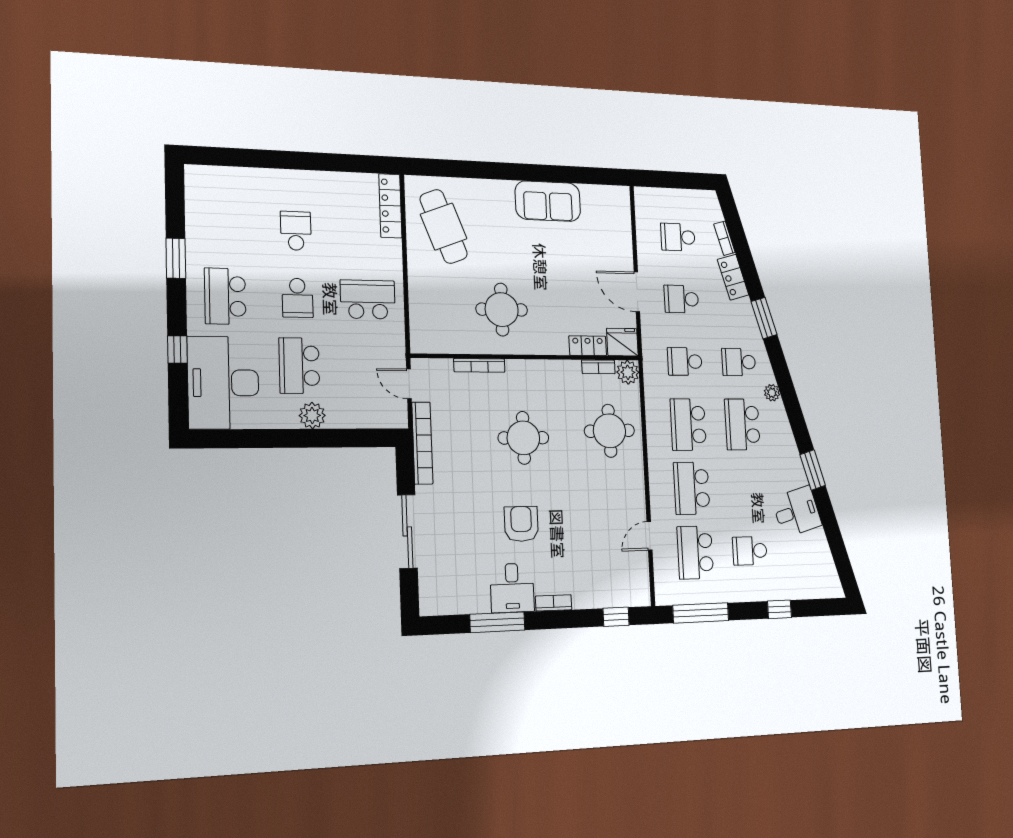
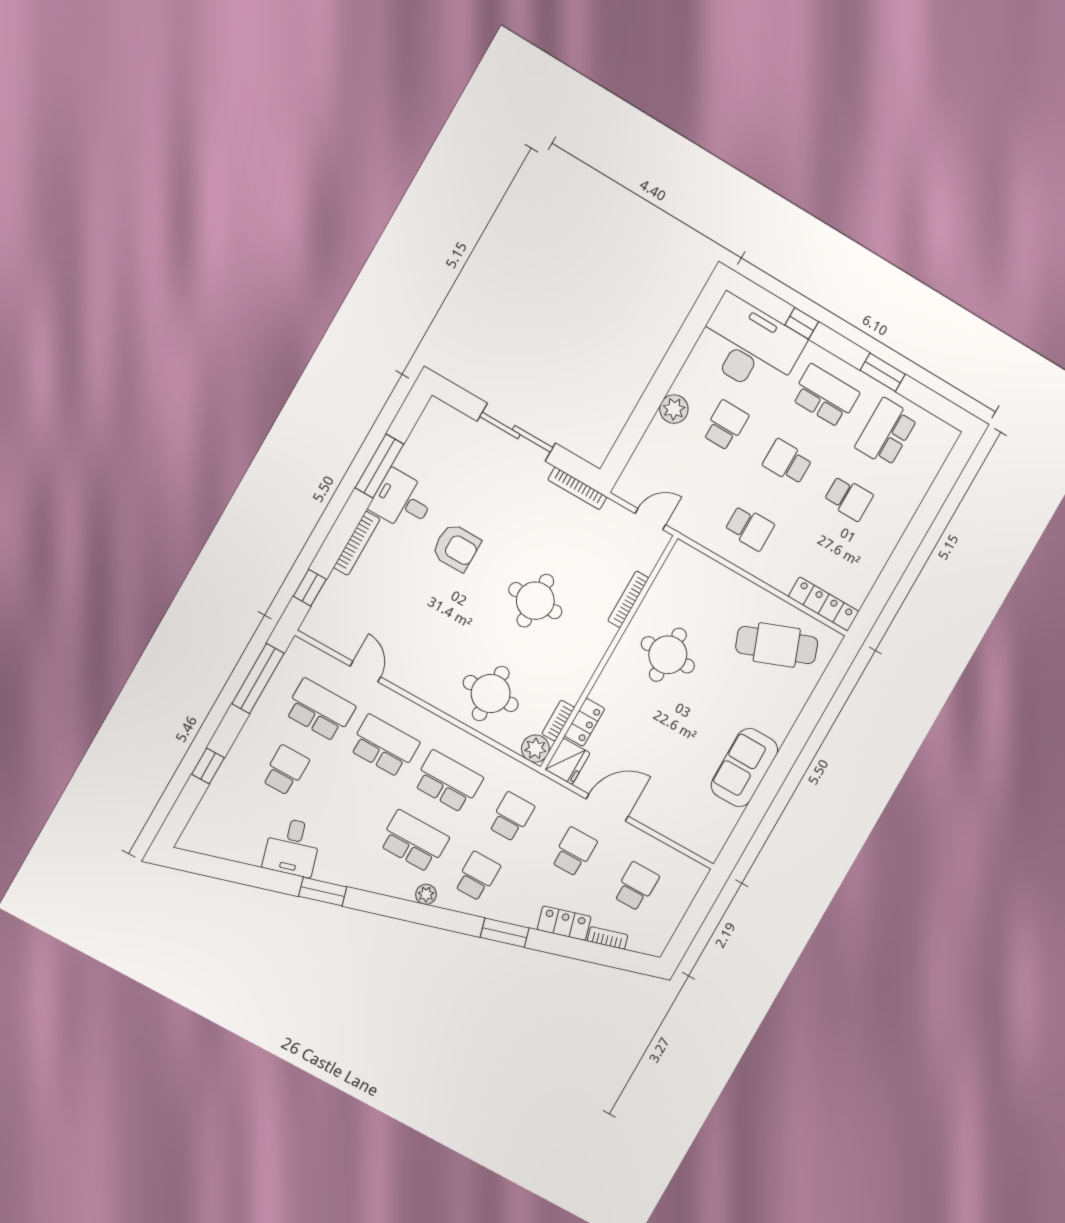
school desk: (224, 228) -> (886, 432), added
school desk: (368, 299) -> (749, 528), width x0.54
school desk: (299, 366) -> (726, 425), width x0.54
bookcase: (422, 443) -> (577, 488), width x0.68, depth x0.76
bookcase: (554, 603) -> (357, 543), width x1.56

